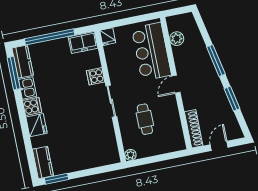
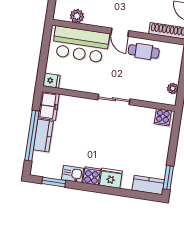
kitchen counter: (23, 62) -> (43, 136), moved, turned 90
window: (14, 73) -> (54, 182), width x0.69
cooker: (96, 76) -> (163, 117), moved
cafe table: (145, 119) -> (144, 51), moved
plant: (130, 155) -> (173, 88), moved

